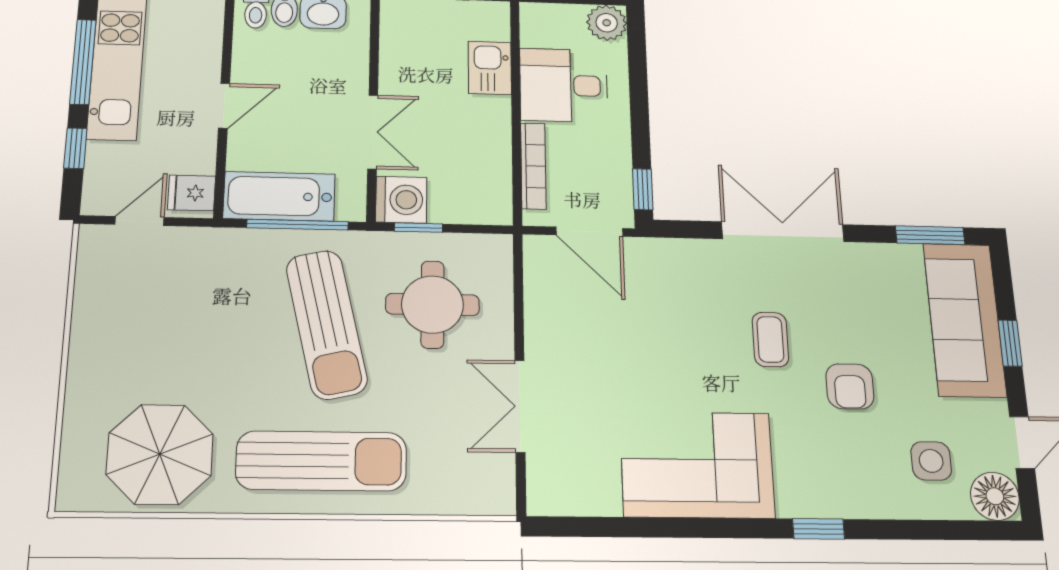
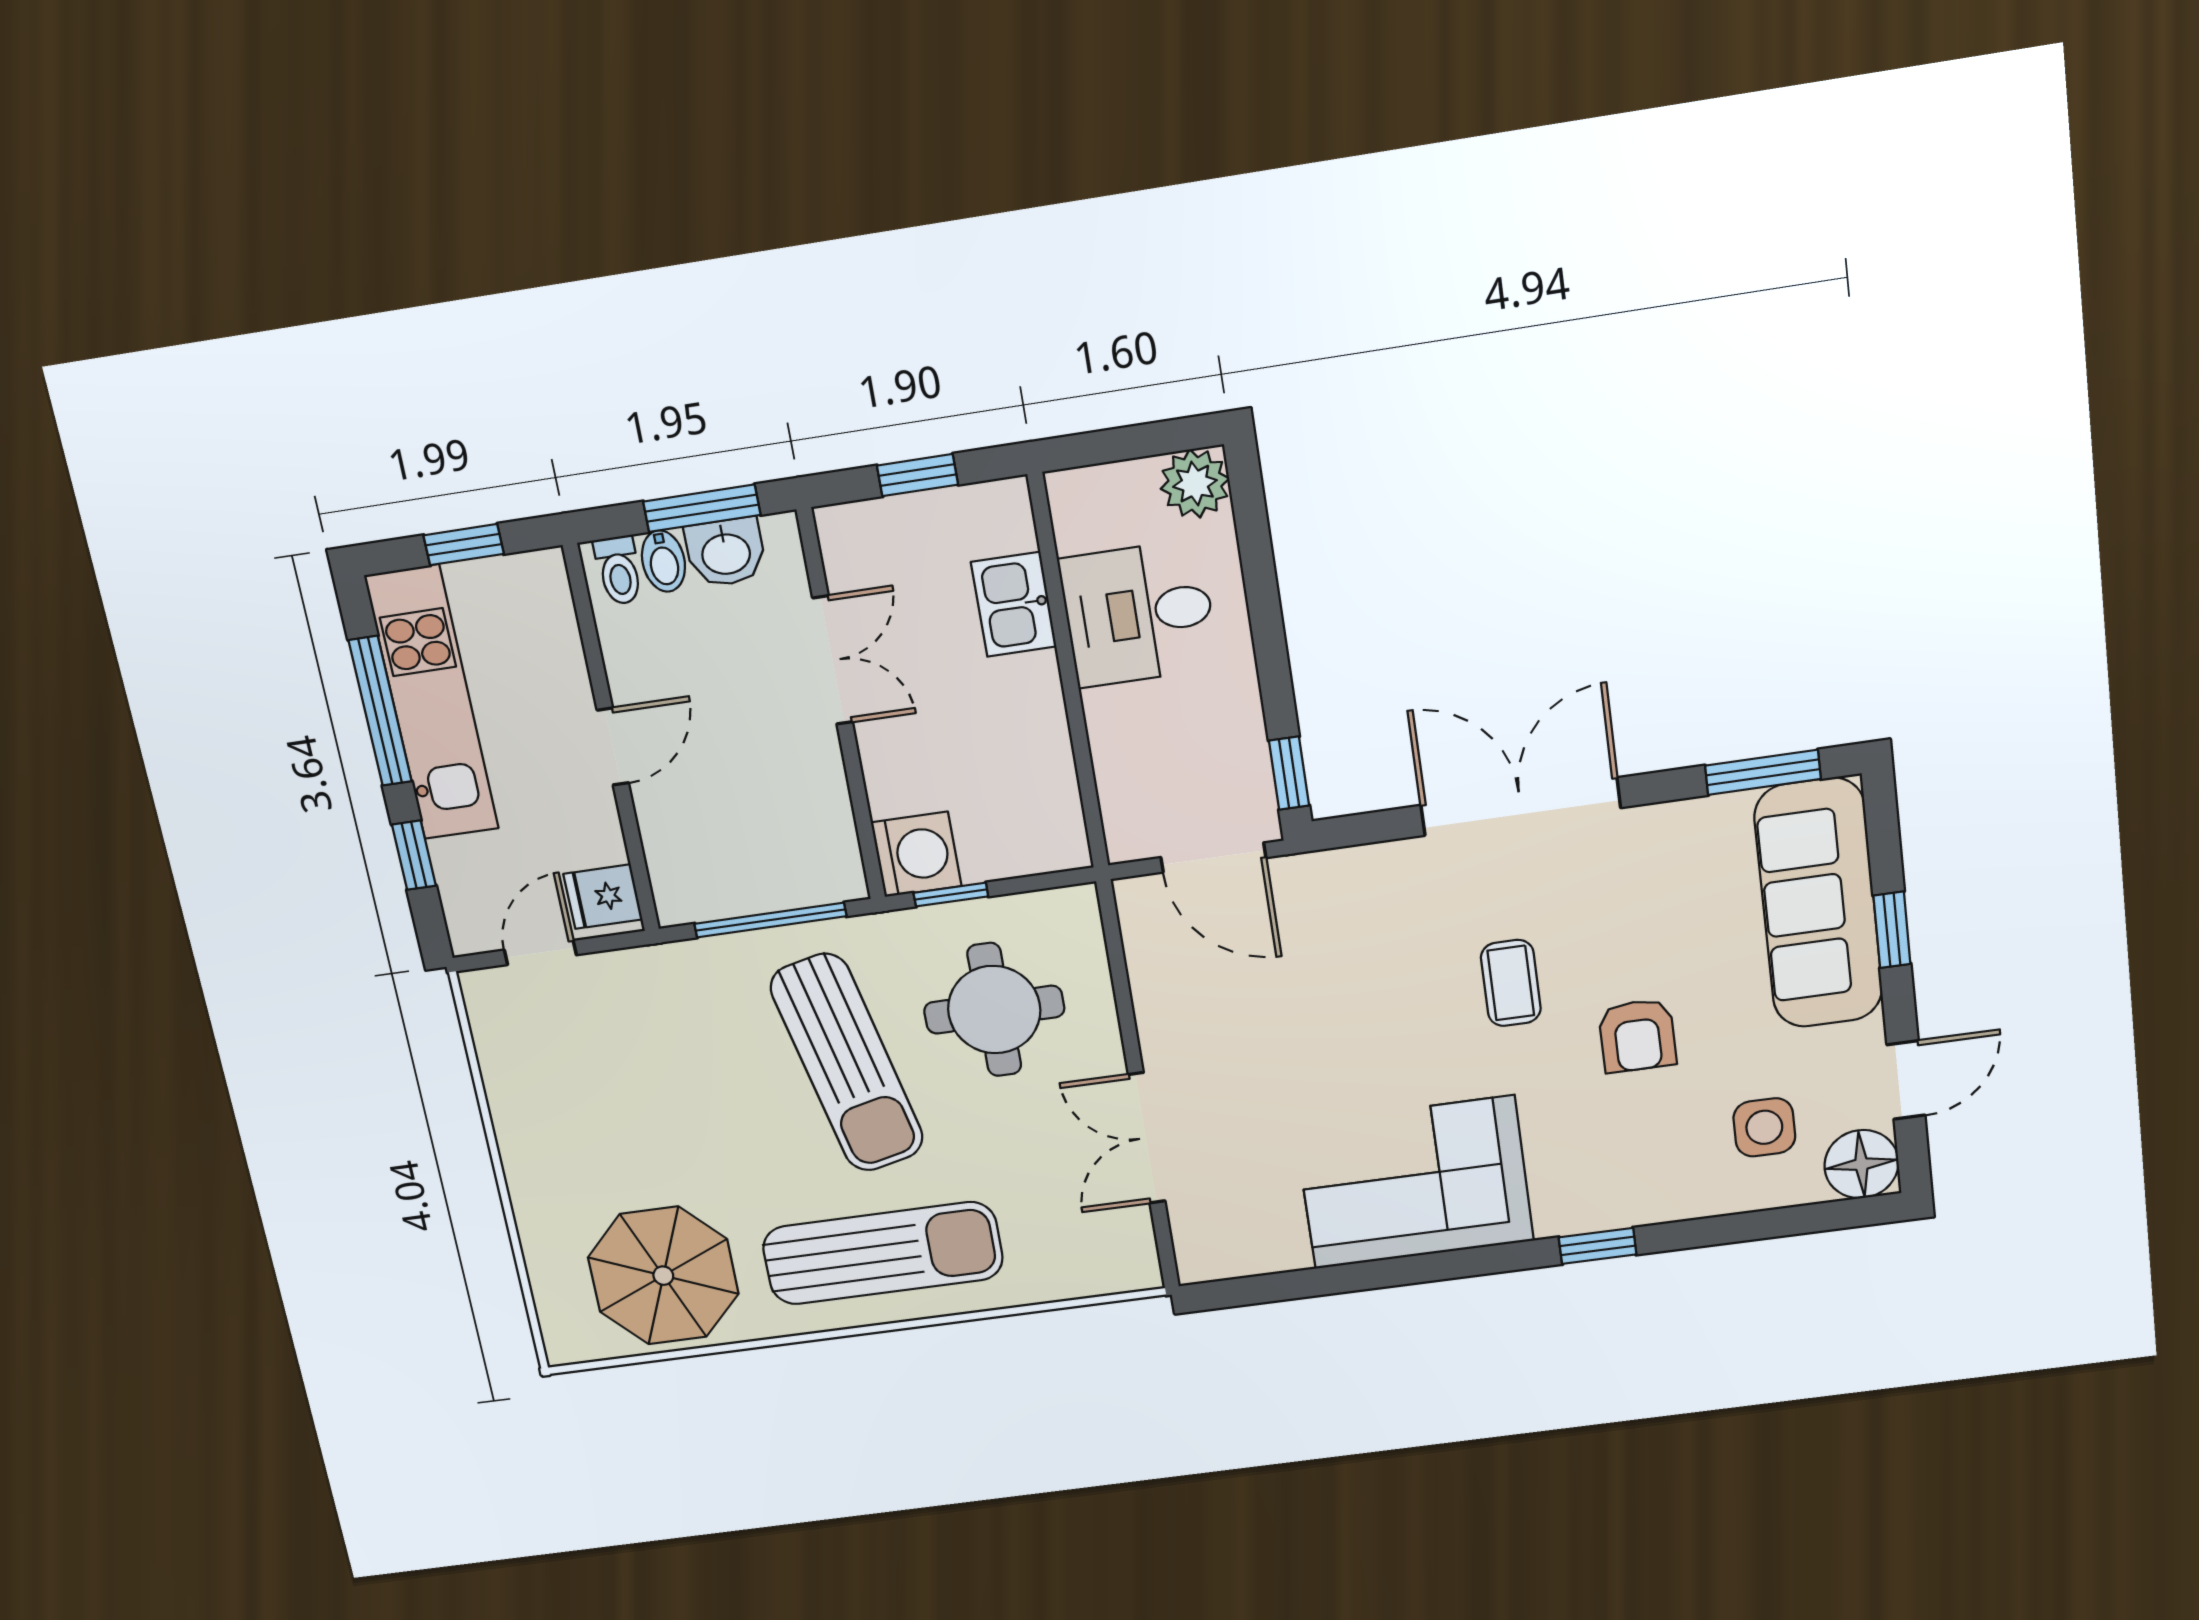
double door: (373, 132) -> (833, 660), moved
bookcase: (533, 166) -> (1110, 764), removed
bathtub: (279, 196) -> (733, 880), removed

